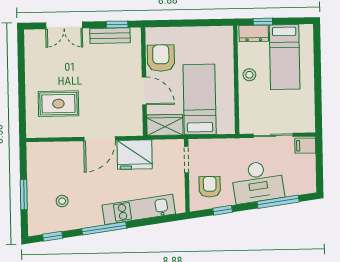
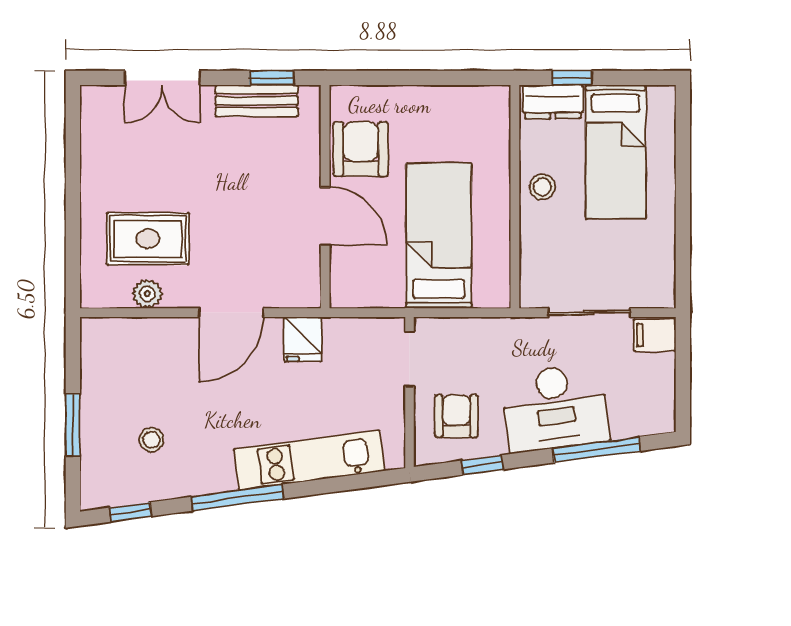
wardrobe: (165, 125) -> (366, 287), removed
plant: (59, 130) -> (147, 294), added
fridge: (135, 155) -> (303, 339), width x0.53, depth x0.75

